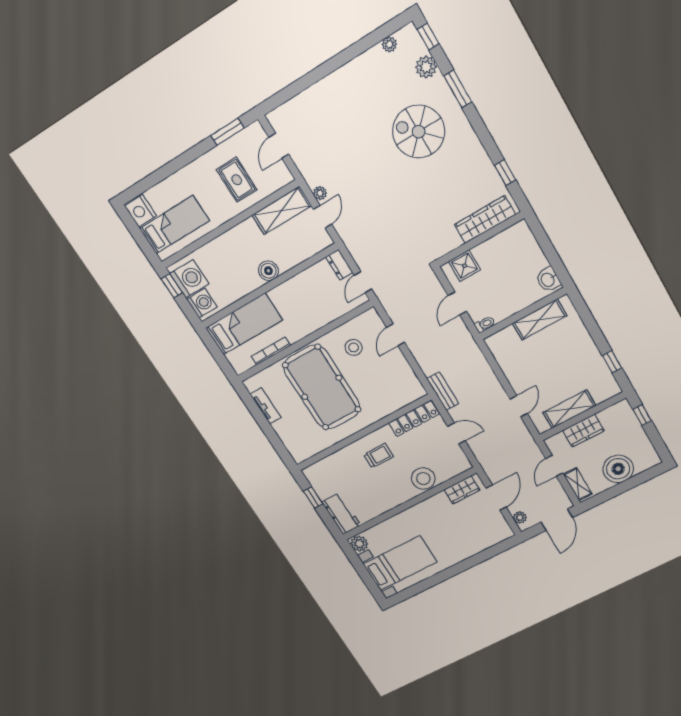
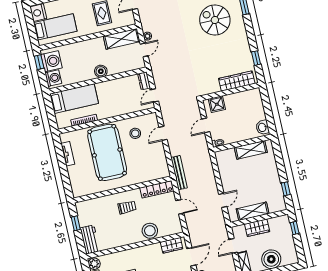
bench: (443, 391) -> (179, 173), width x1.36

